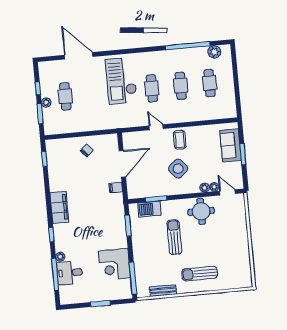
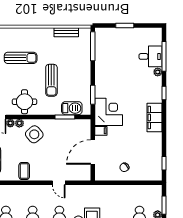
coffee table: (180, 140) -> (24, 171), moved
side table: (178, 169) -> (34, 134), moved
corner desk: (114, 264) -> (109, 112), moved
sun lounger: (200, 274) -> (21, 58), moved

